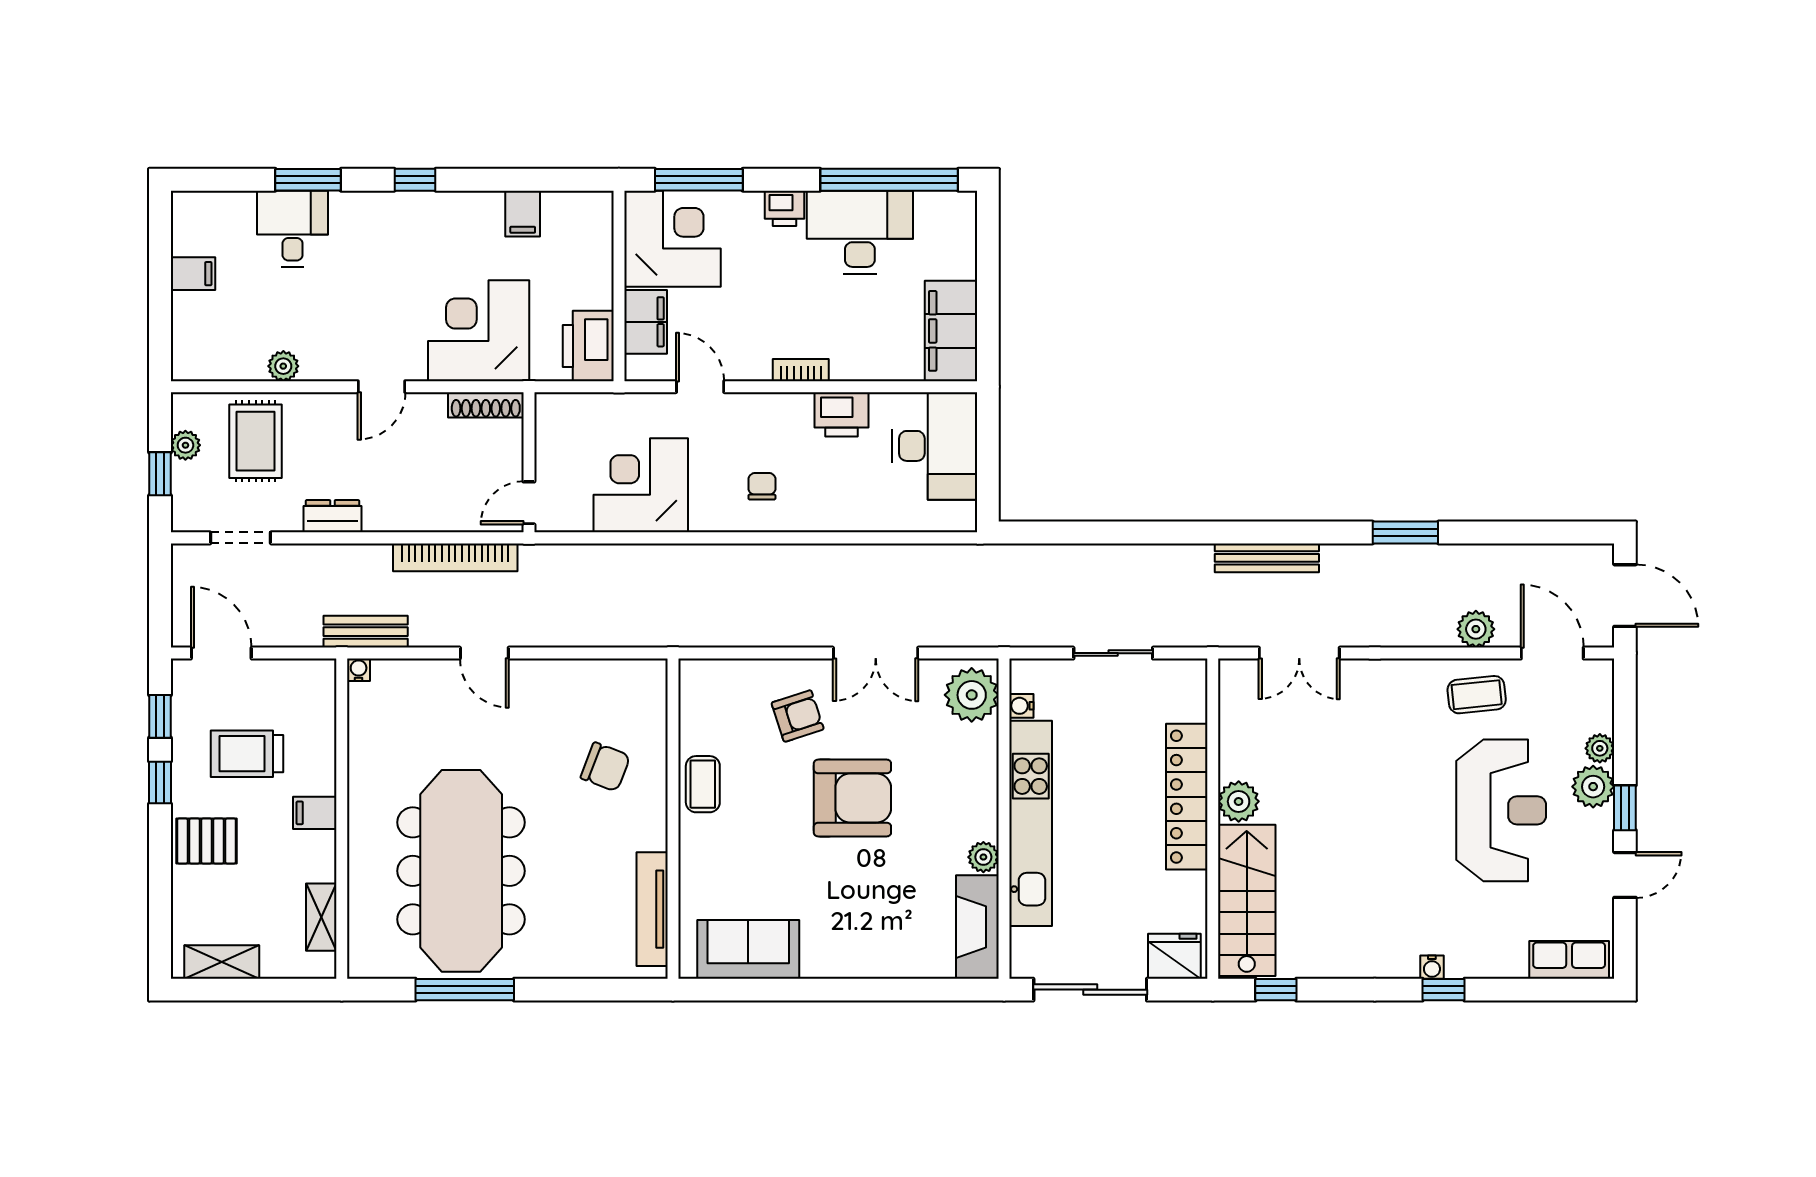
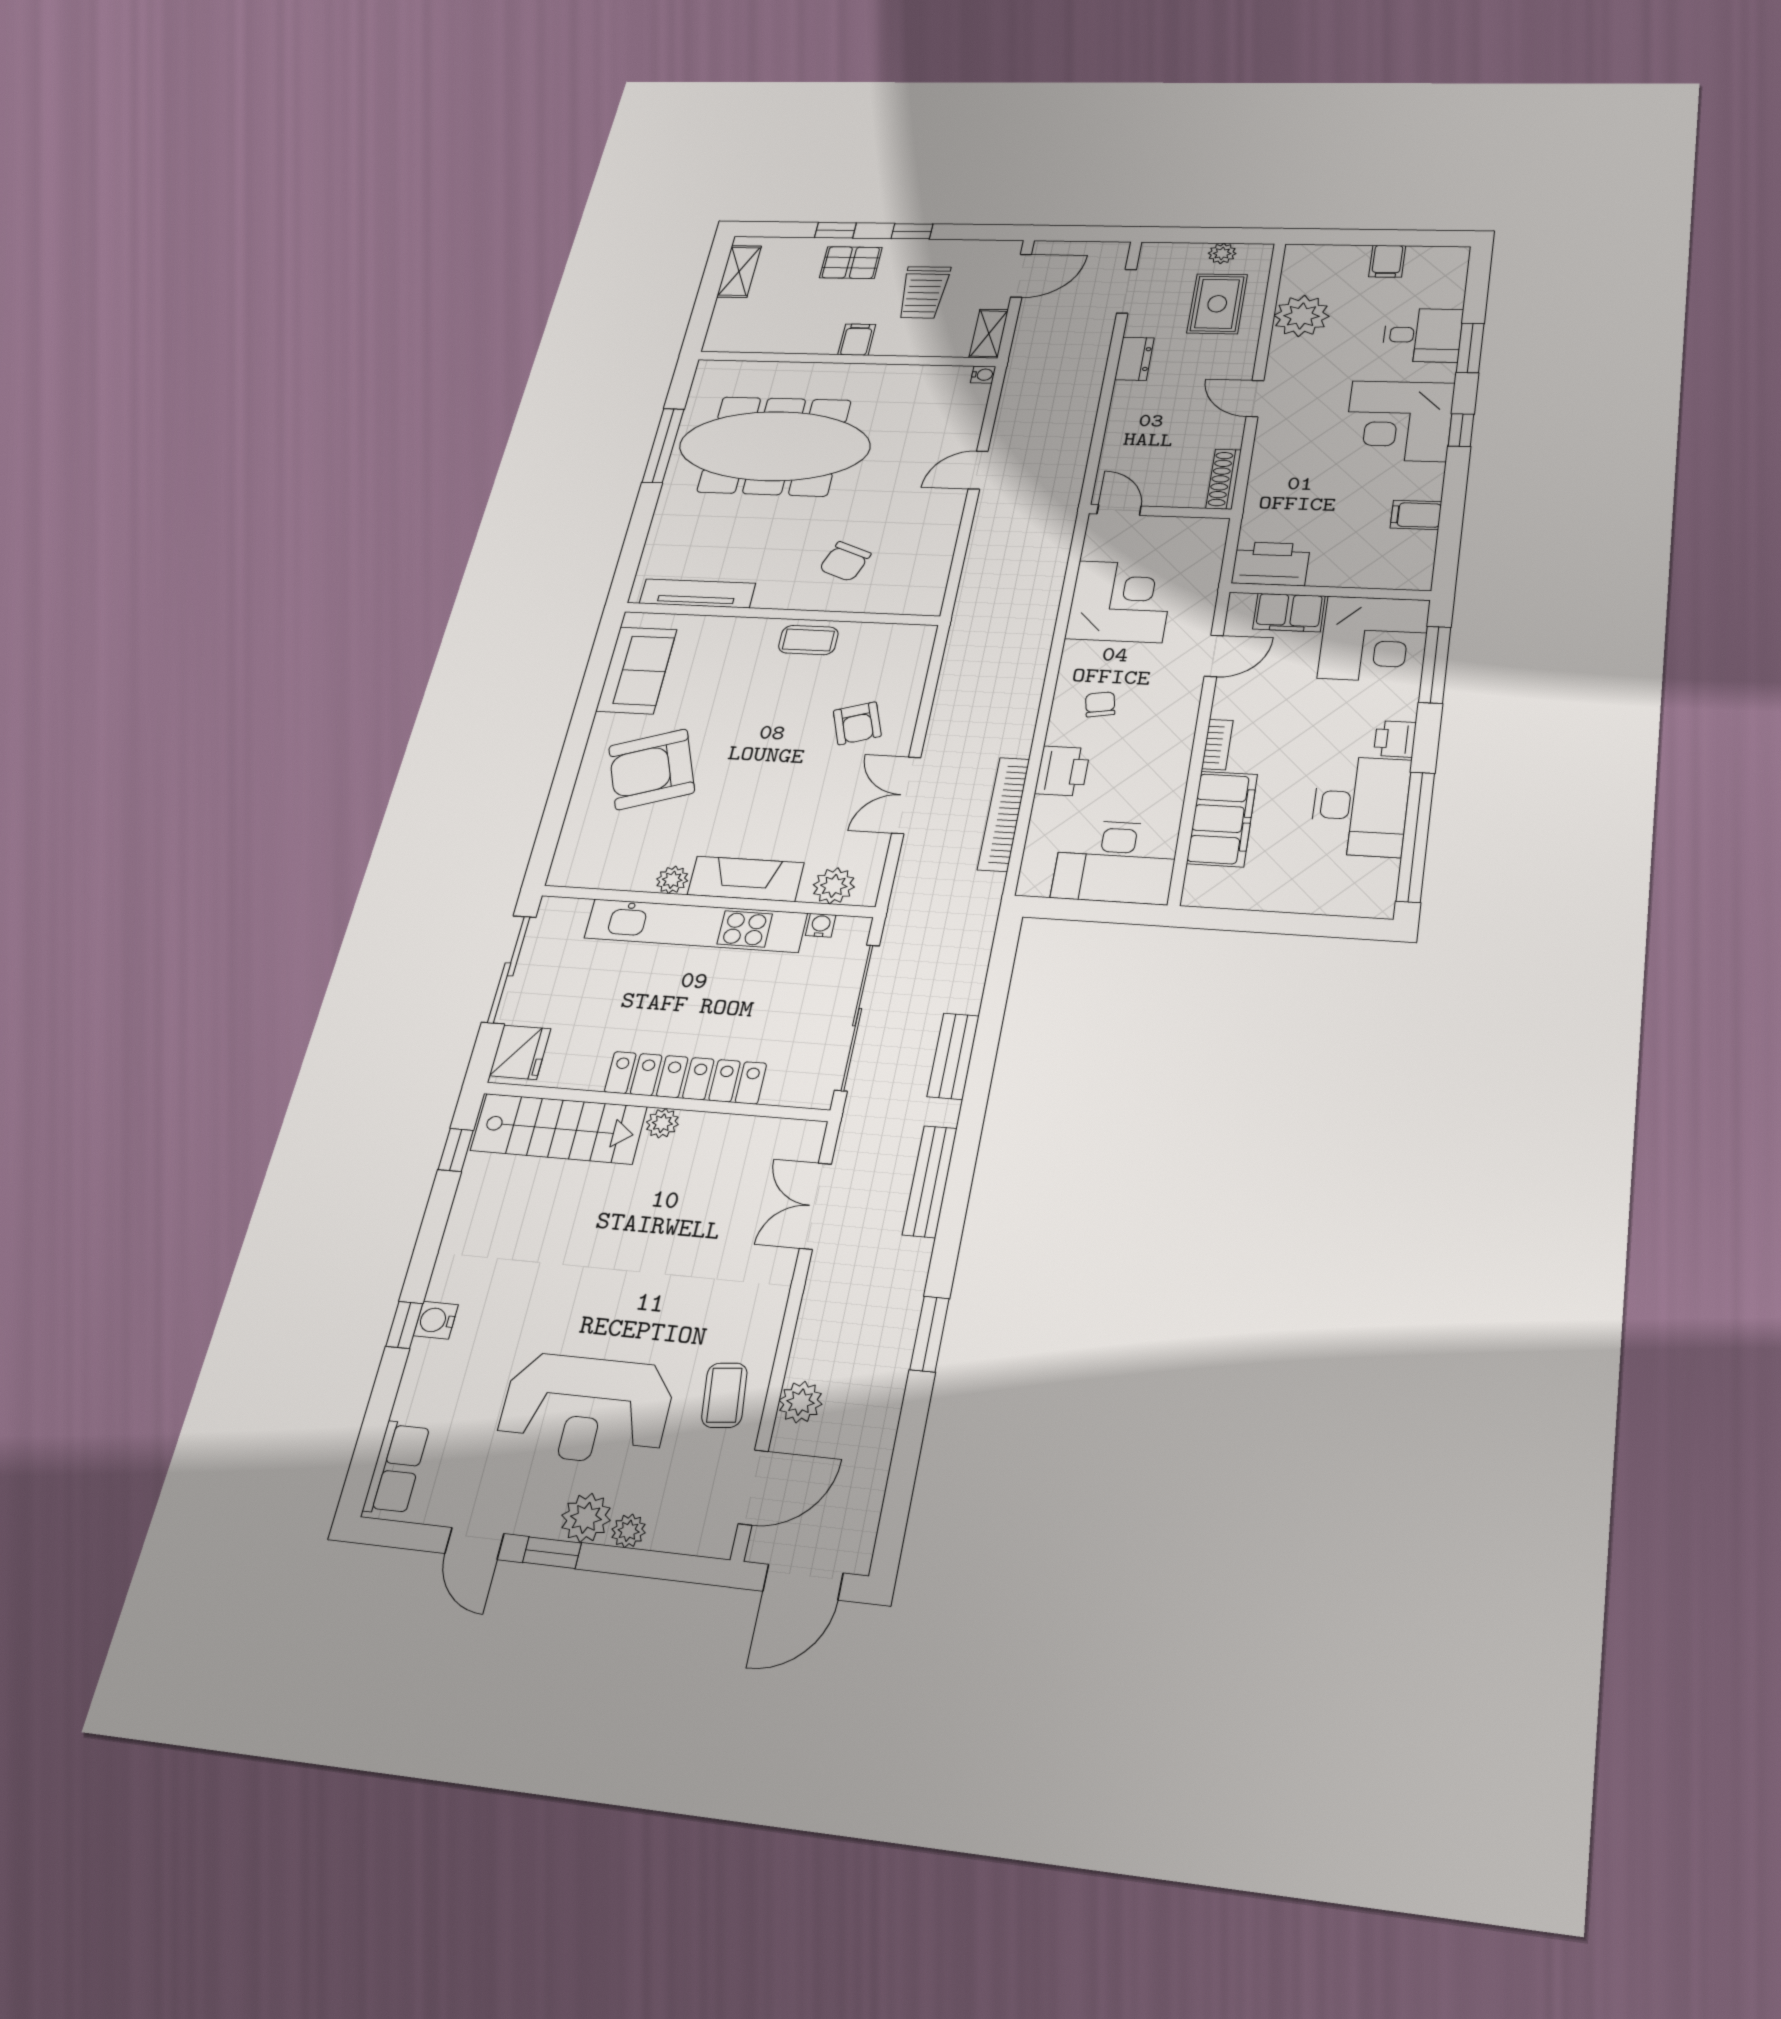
corner desk: (479, 331) -> (1399, 421), moved, turned 180
filing cabinet: (951, 331) -> (1222, 819), moved, turned 90
plant: (283, 366) -> (1301, 316), width x1.87, depth x1.87
printer: (842, 414) -> (1062, 771), moved, turned 180
rug: (256, 441) -> (1217, 304), turned 90
window: (160, 474) -> (1198, 235), removed
chair: (762, 486) -> (1100, 704), turned -100
bookcase: (455, 557) -> (1004, 814), moved
bench: (366, 632) -> (953, 1056), moved
sliding door: (1113, 653) -> (857, 1017), width x1.86
plant: (972, 695) -> (834, 886), width x0.73, depth x0.73
window: (160, 716) -> (835, 230), moved
trolley: (247, 754) -> (924, 292), turned 180
armchair: (852, 798) -> (652, 769), moved, turned 71
plant: (1239, 801) -> (662, 1123), width x0.73, depth x0.73
pallet: (206, 841) -> (851, 263), turned 90
shelving: (321, 917) -> (989, 334), moved, turned 90
fireplace: (977, 927) -> (746, 879), moved
water cooler: (1432, 967) -> (436, 1320), width x1.38, depth x1.38

